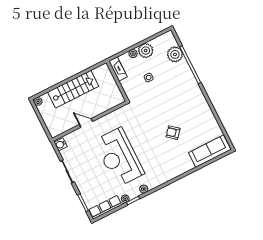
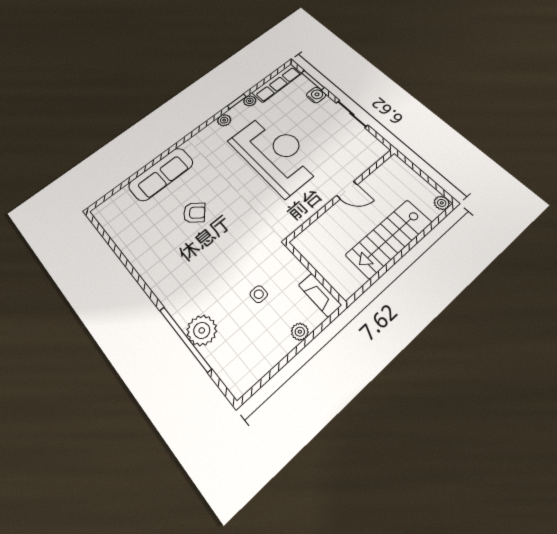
plant: (146, 51) -> (277, 344), removed
plant: (175, 54) -> (202, 330), moved
water cooler: (61, 144) -> (316, 95), moved
sofa: (210, 151) -> (161, 174), moved

